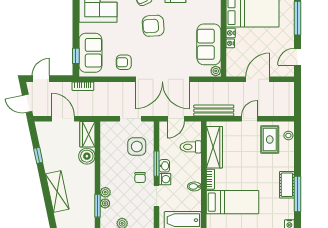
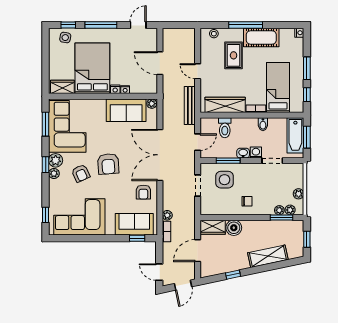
door: (297, 57) -> (138, 25), swing flipped
double door: (162, 79) -> (160, 155), swing flipped
plant: (100, 87) -> (167, 215), added
door: (176, 119) -> (198, 142), hinge flipped
rug: (270, 140) -> (234, 55), moved, turned 90
window: (157, 164) -> (228, 161), moved
chair: (140, 177) -> (247, 201), moved
cot: (287, 185) -> (261, 37), width x1.37, depth x1.34
plant: (105, 192) -> (290, 210), moved
window: (297, 194) -> (246, 25), moved

